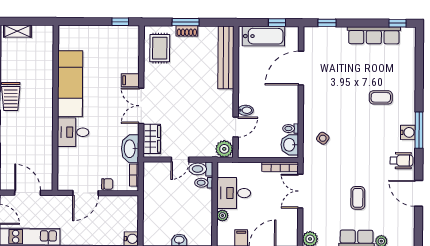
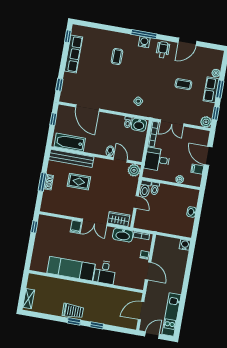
bathtub: (263, 36) -> (70, 142), moved, turned -90
rug: (160, 48) -> (79, 182), moved
desk: (234, 193) -> (157, 159), moved, turned 90

